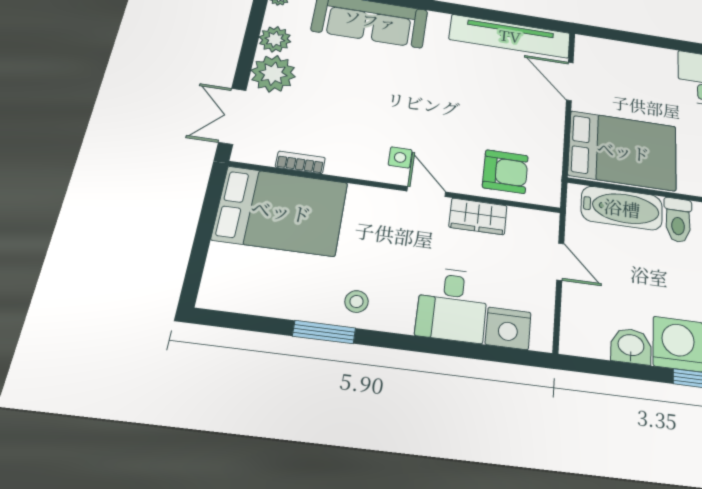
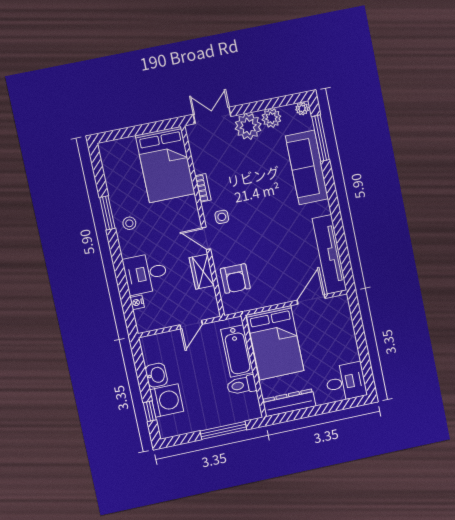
bookcase: (300, 162) -> (203, 188), moved
door: (426, 192) -> (206, 238), swing flipped
nightstand: (508, 328) -> (137, 302), width x0.53, depth x0.56

